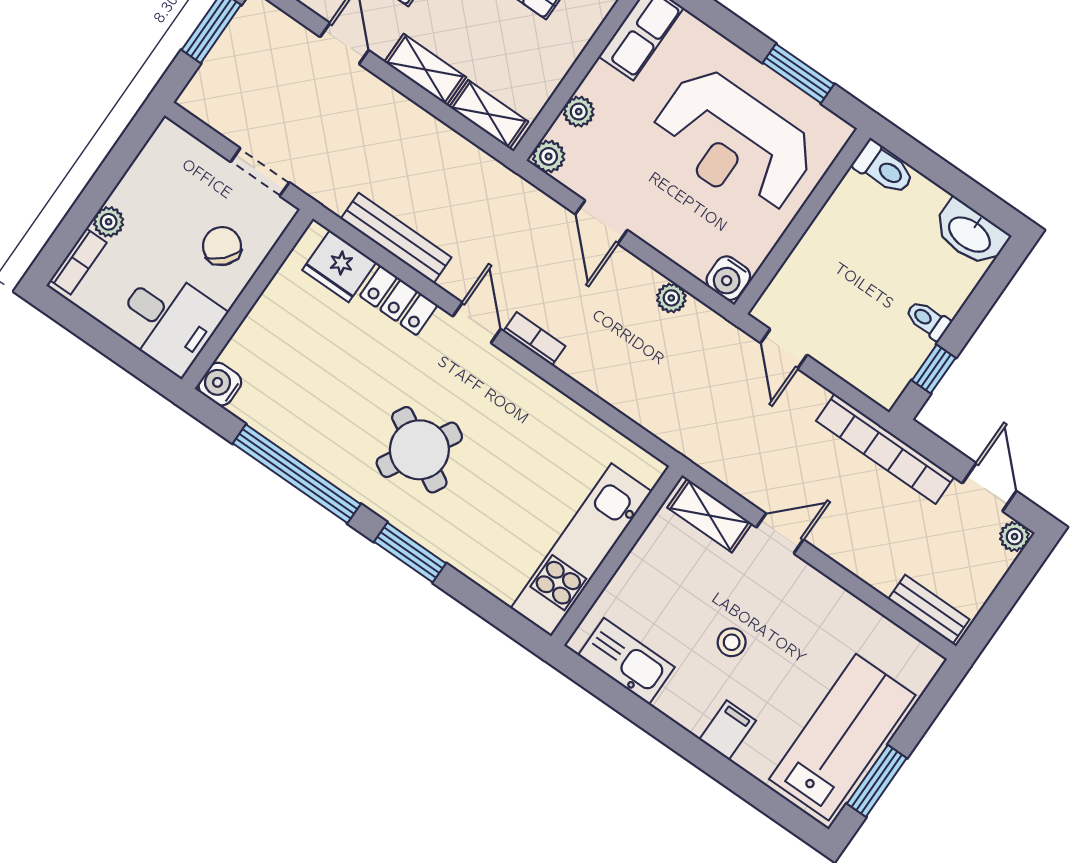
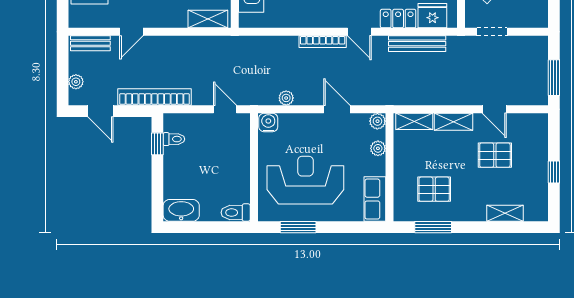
toilet: (928, 320) -> (174, 139), moved
bookcase: (534, 339) -> (323, 42), width x1.56
door: (780, 533) -> (131, 32), moved
plant: (1015, 537) -> (76, 82), moved

